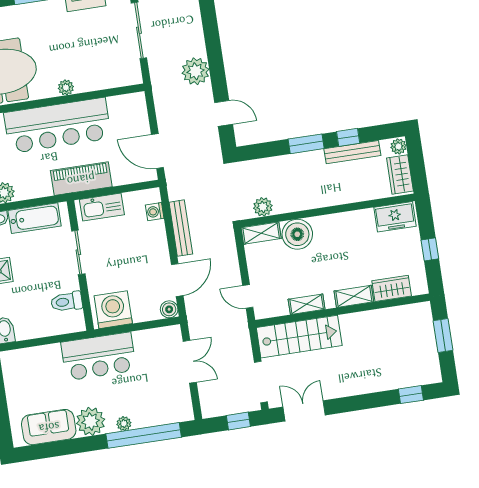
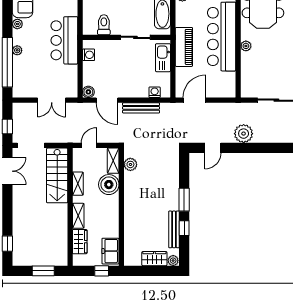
plant: (263, 207) -> (130, 164), moved
wall: (327, 211) -> (121, 207), moved
freezer: (395, 217) -> (110, 251), moved
shelving: (261, 233) -> (113, 161), moved
boiler: (297, 234) -> (109, 185), moved
washing machine: (113, 310) -> (89, 55), width x0.53, depth x0.53
plant: (91, 421) -> (17, 24), width x0.53, depth x0.53

